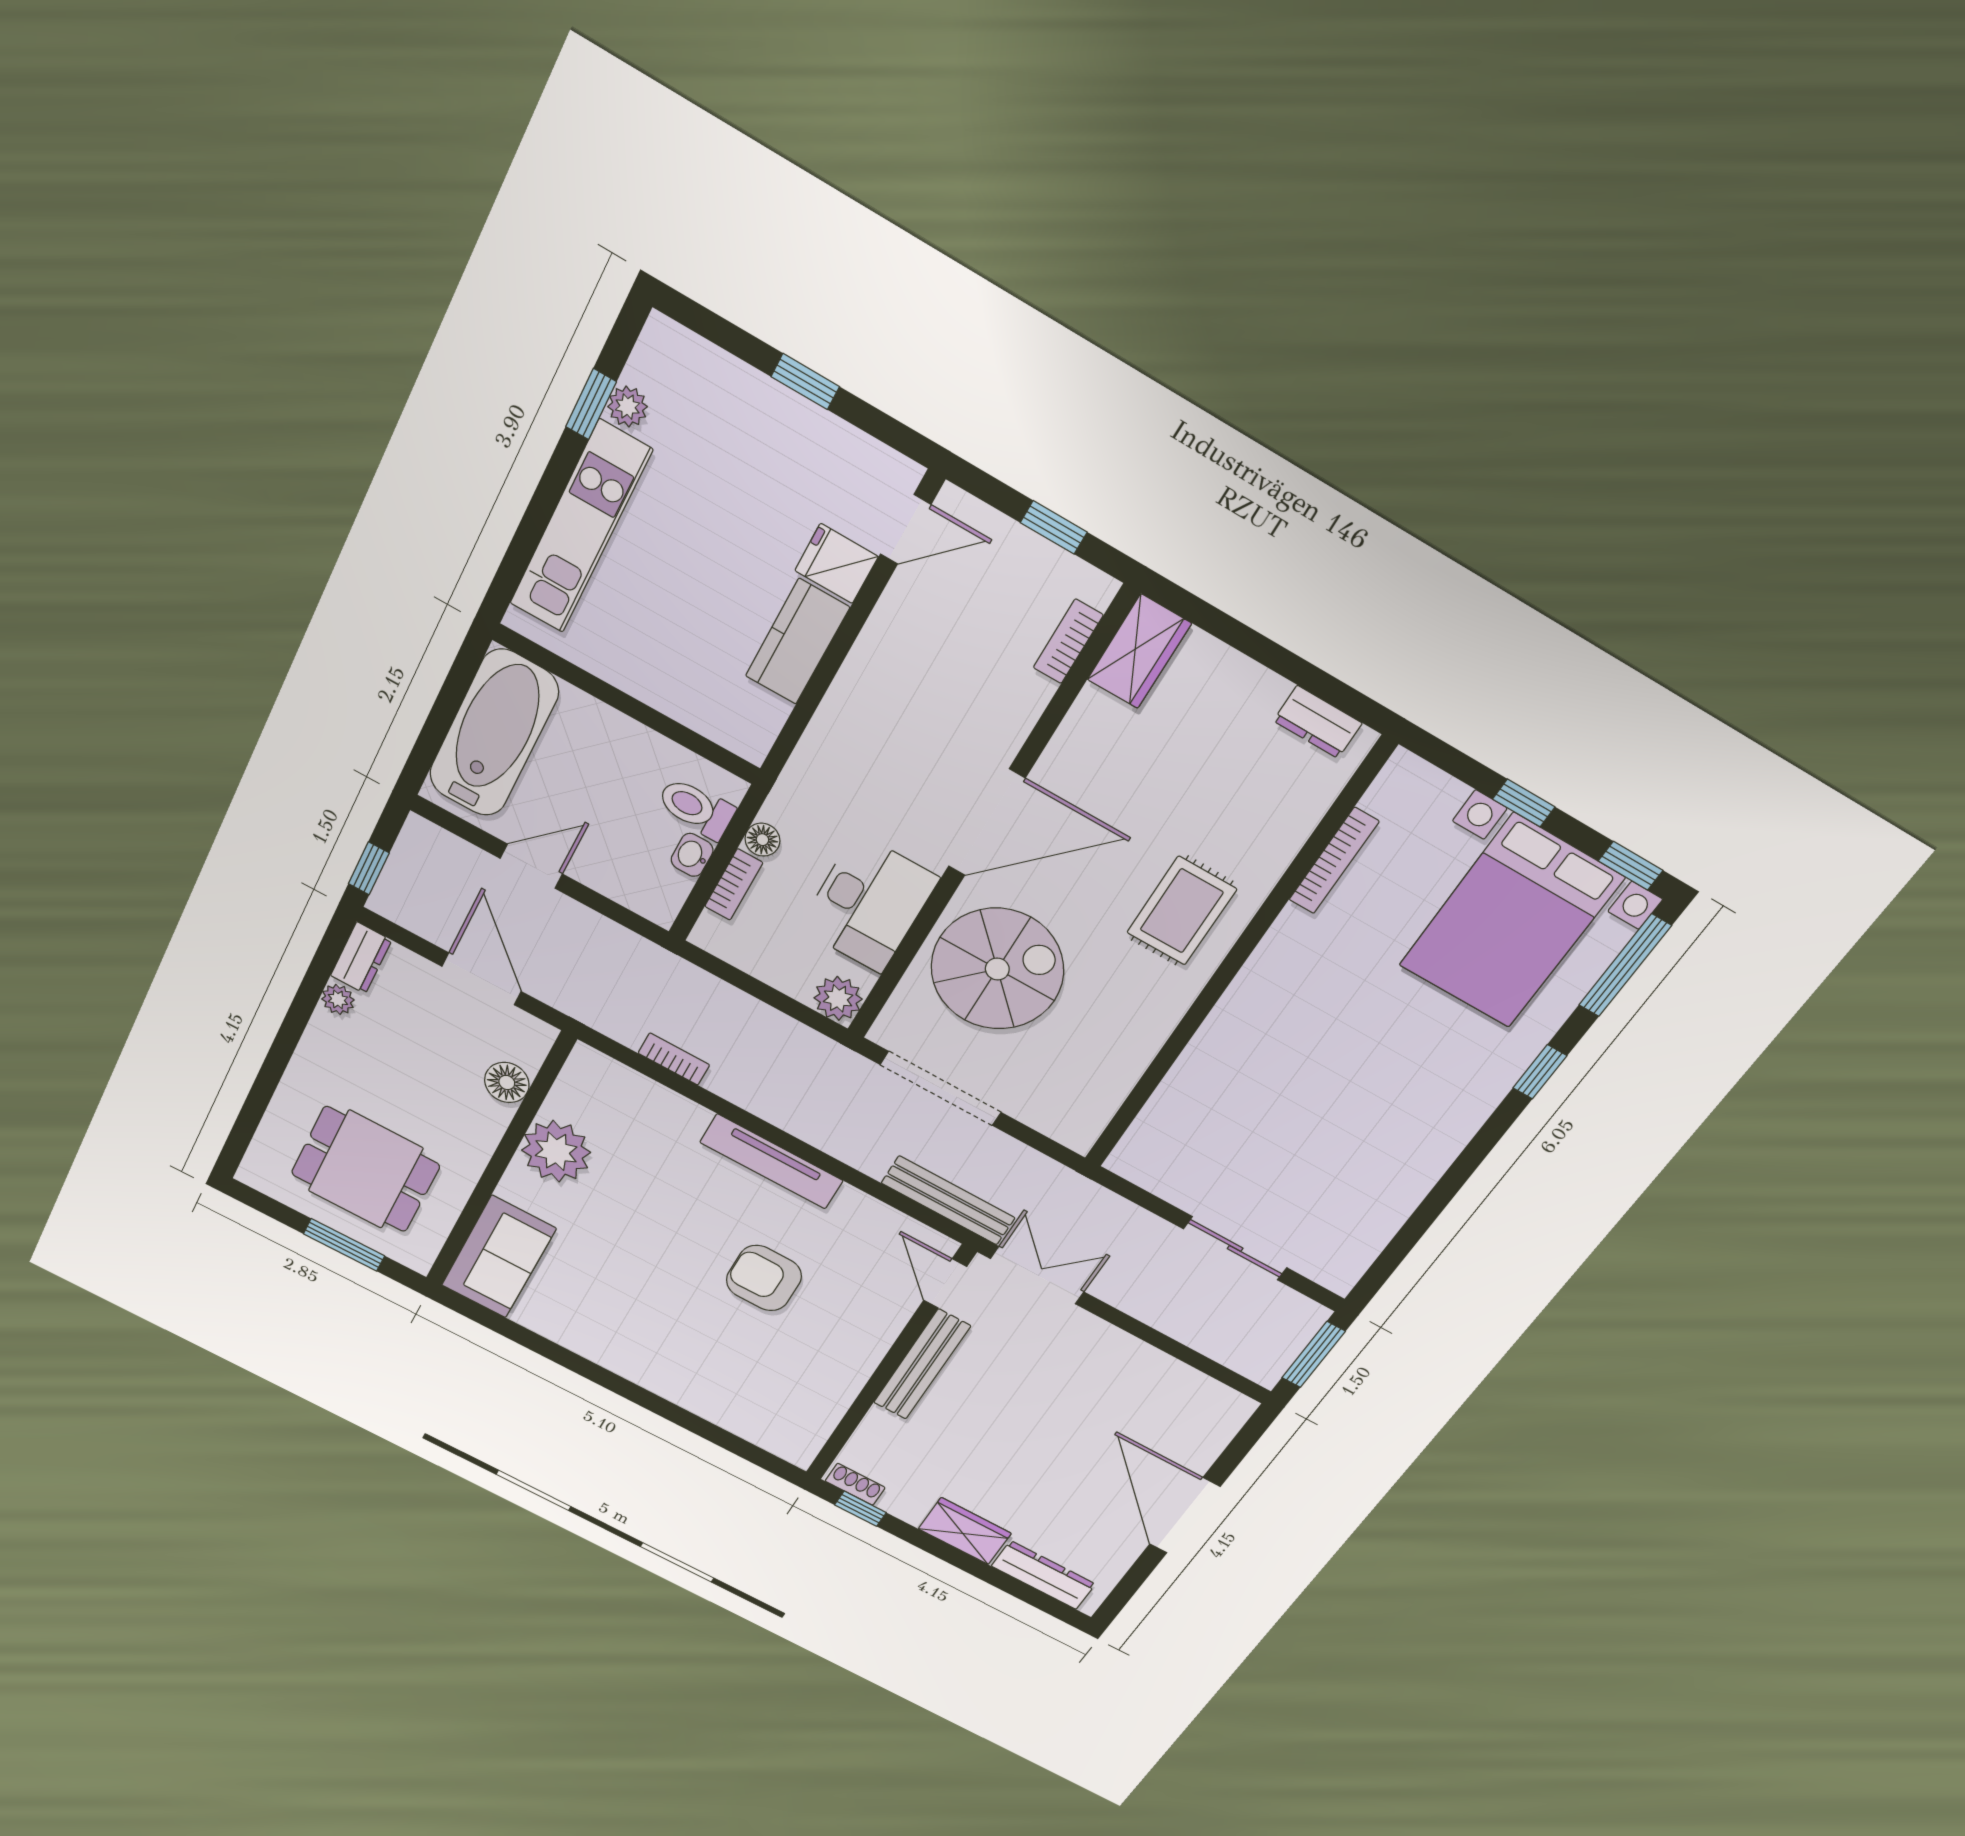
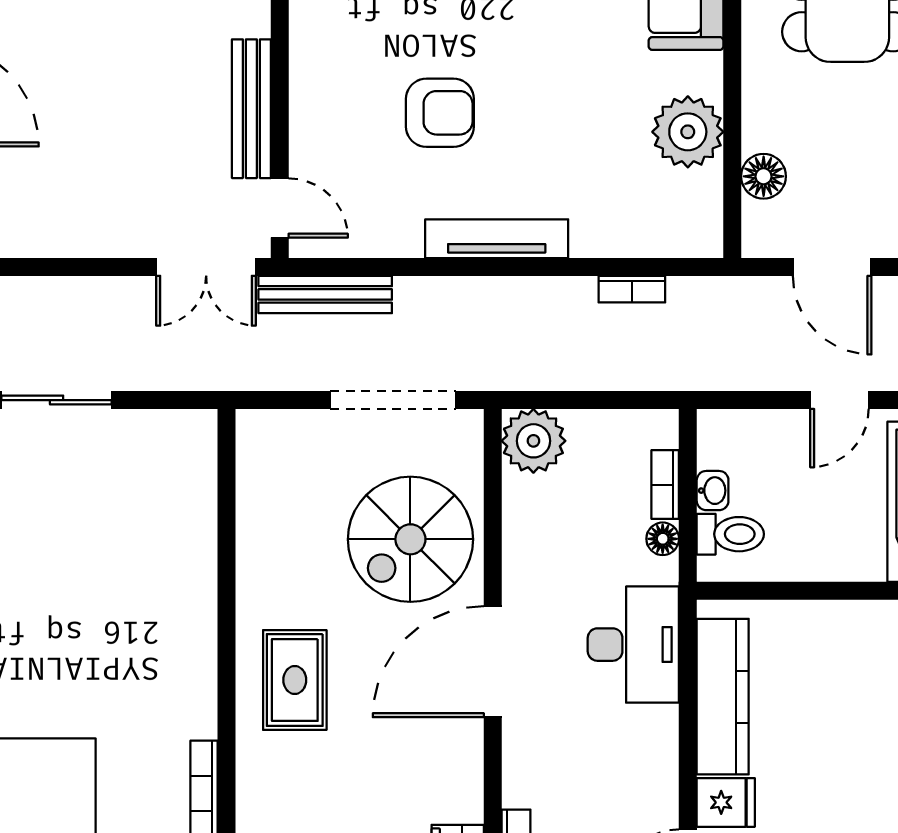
kitchen counter: (797, 642) -> (723, 697), width x1.50
desk: (869, 903) -> (633, 645), moved, turned 180
plant: (838, 998) -> (533, 441), width x1.36, depth x1.36

